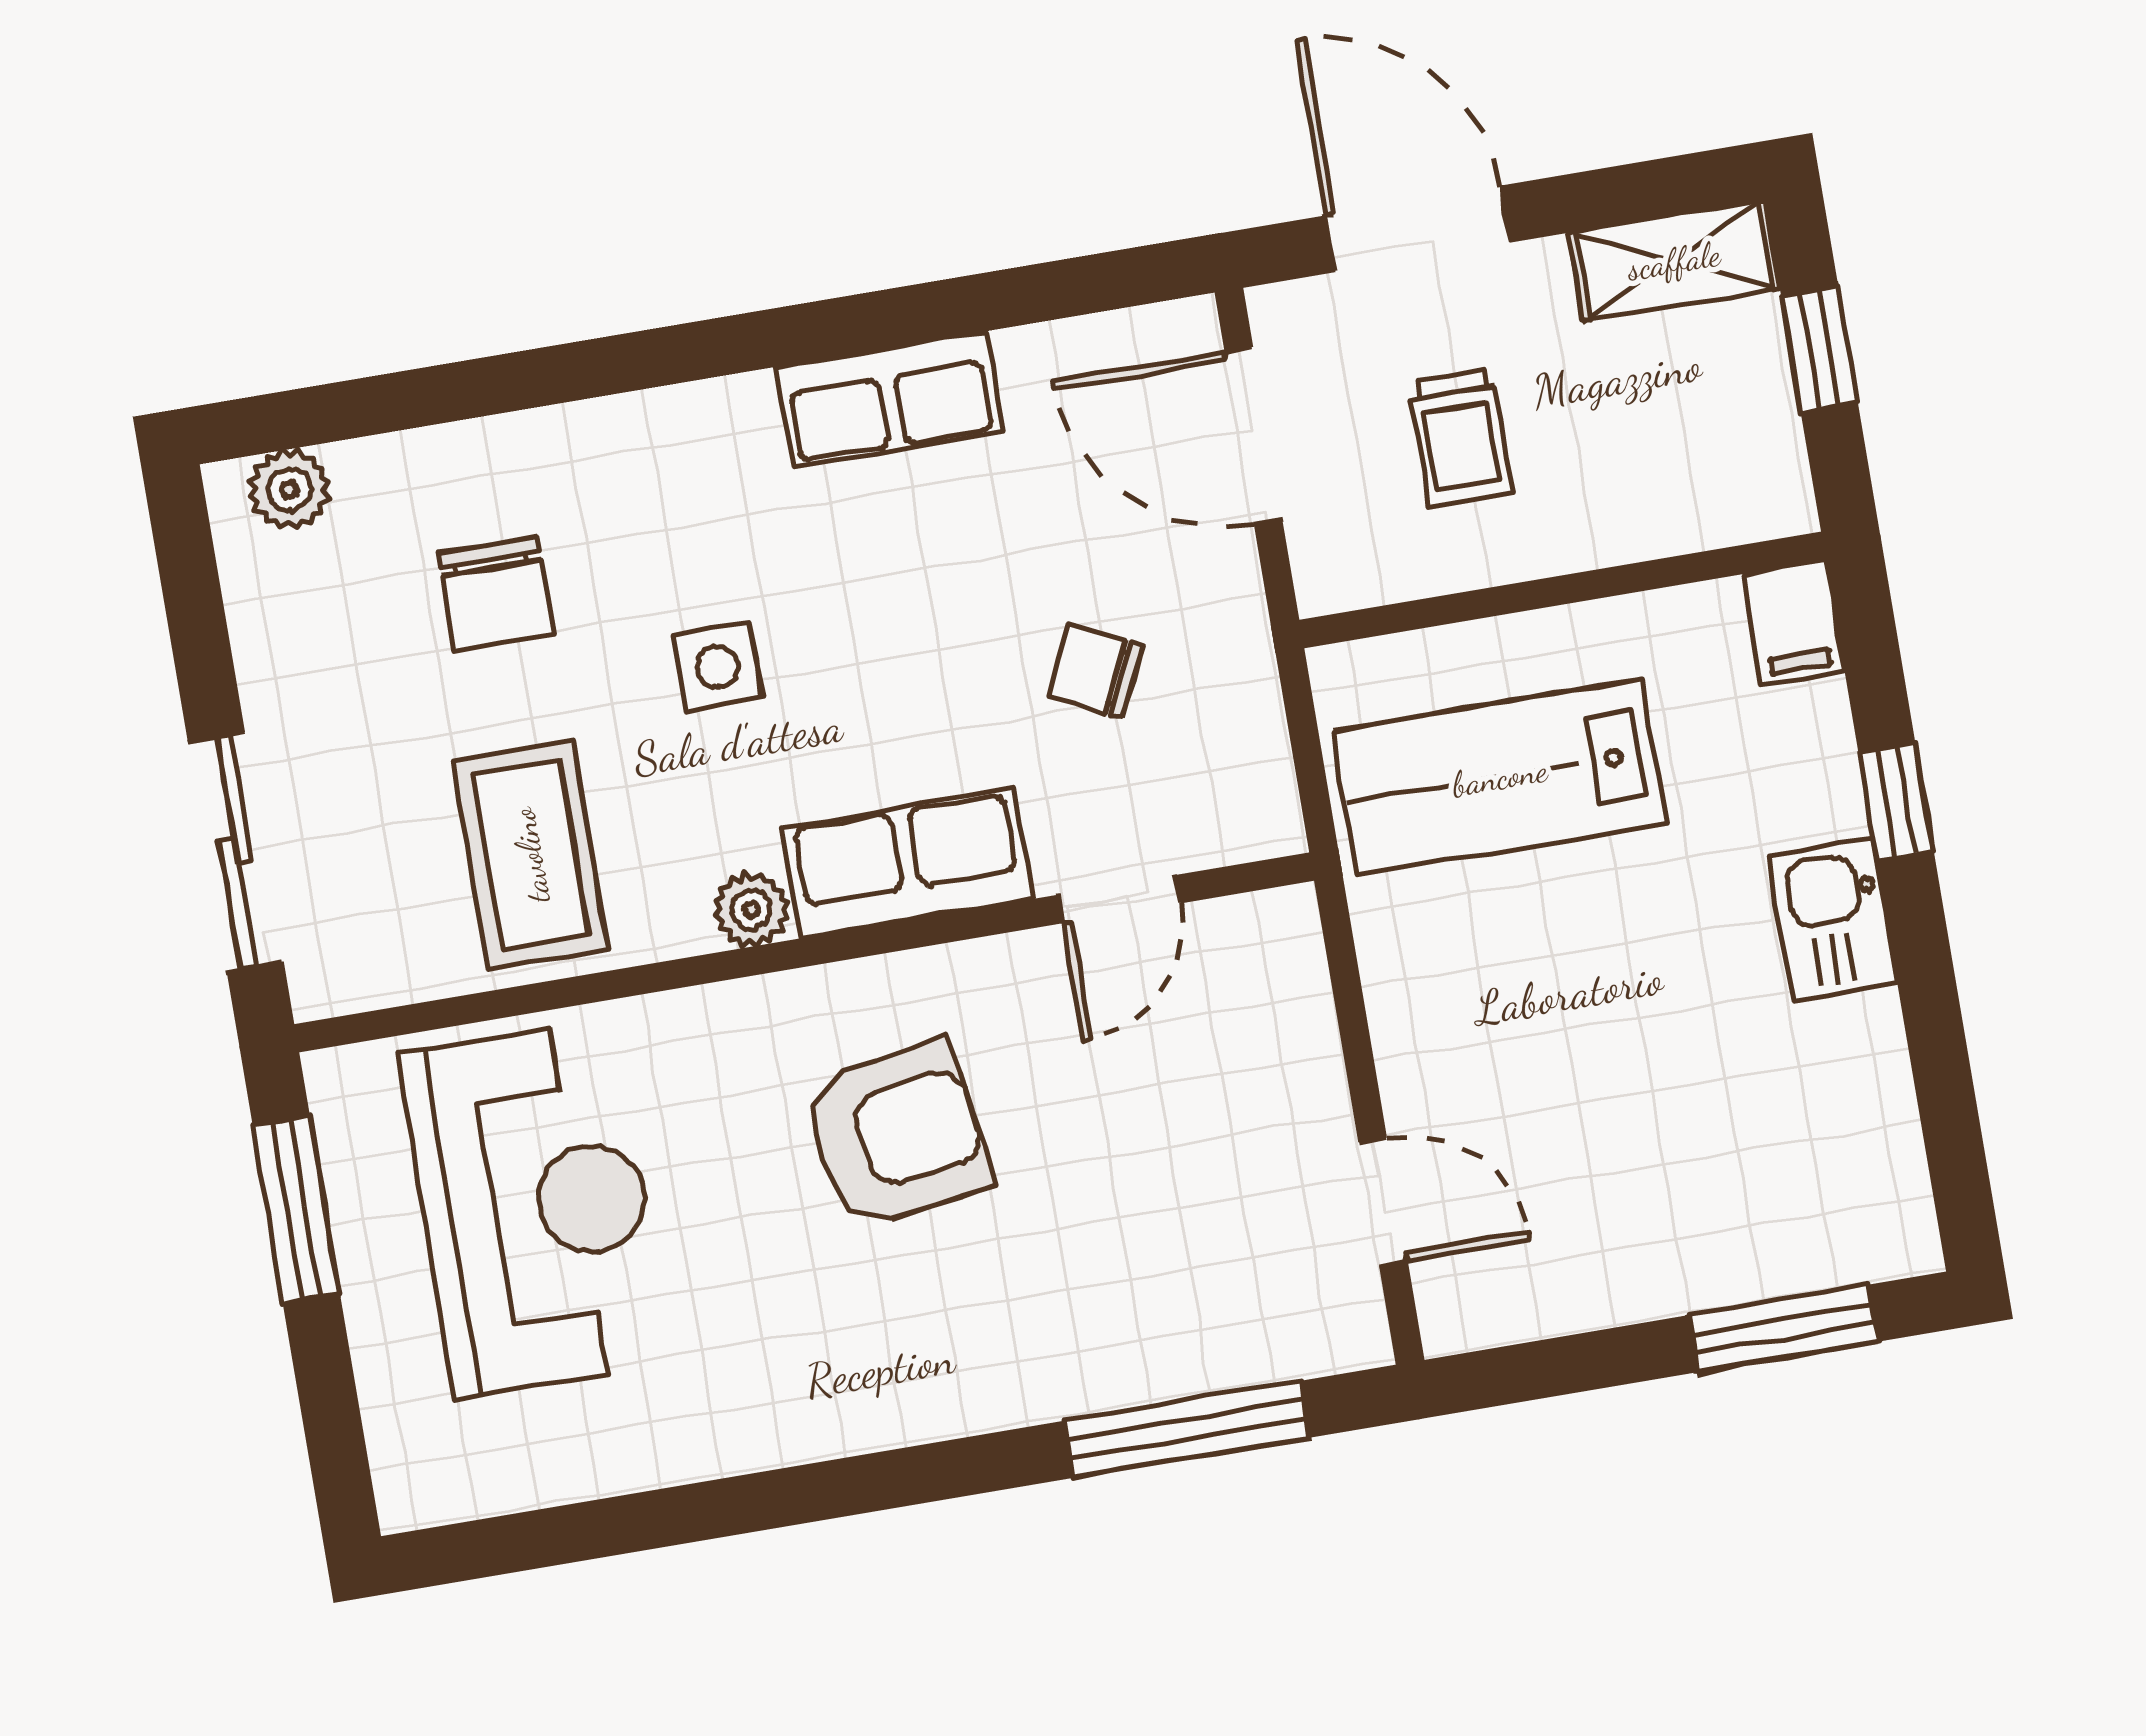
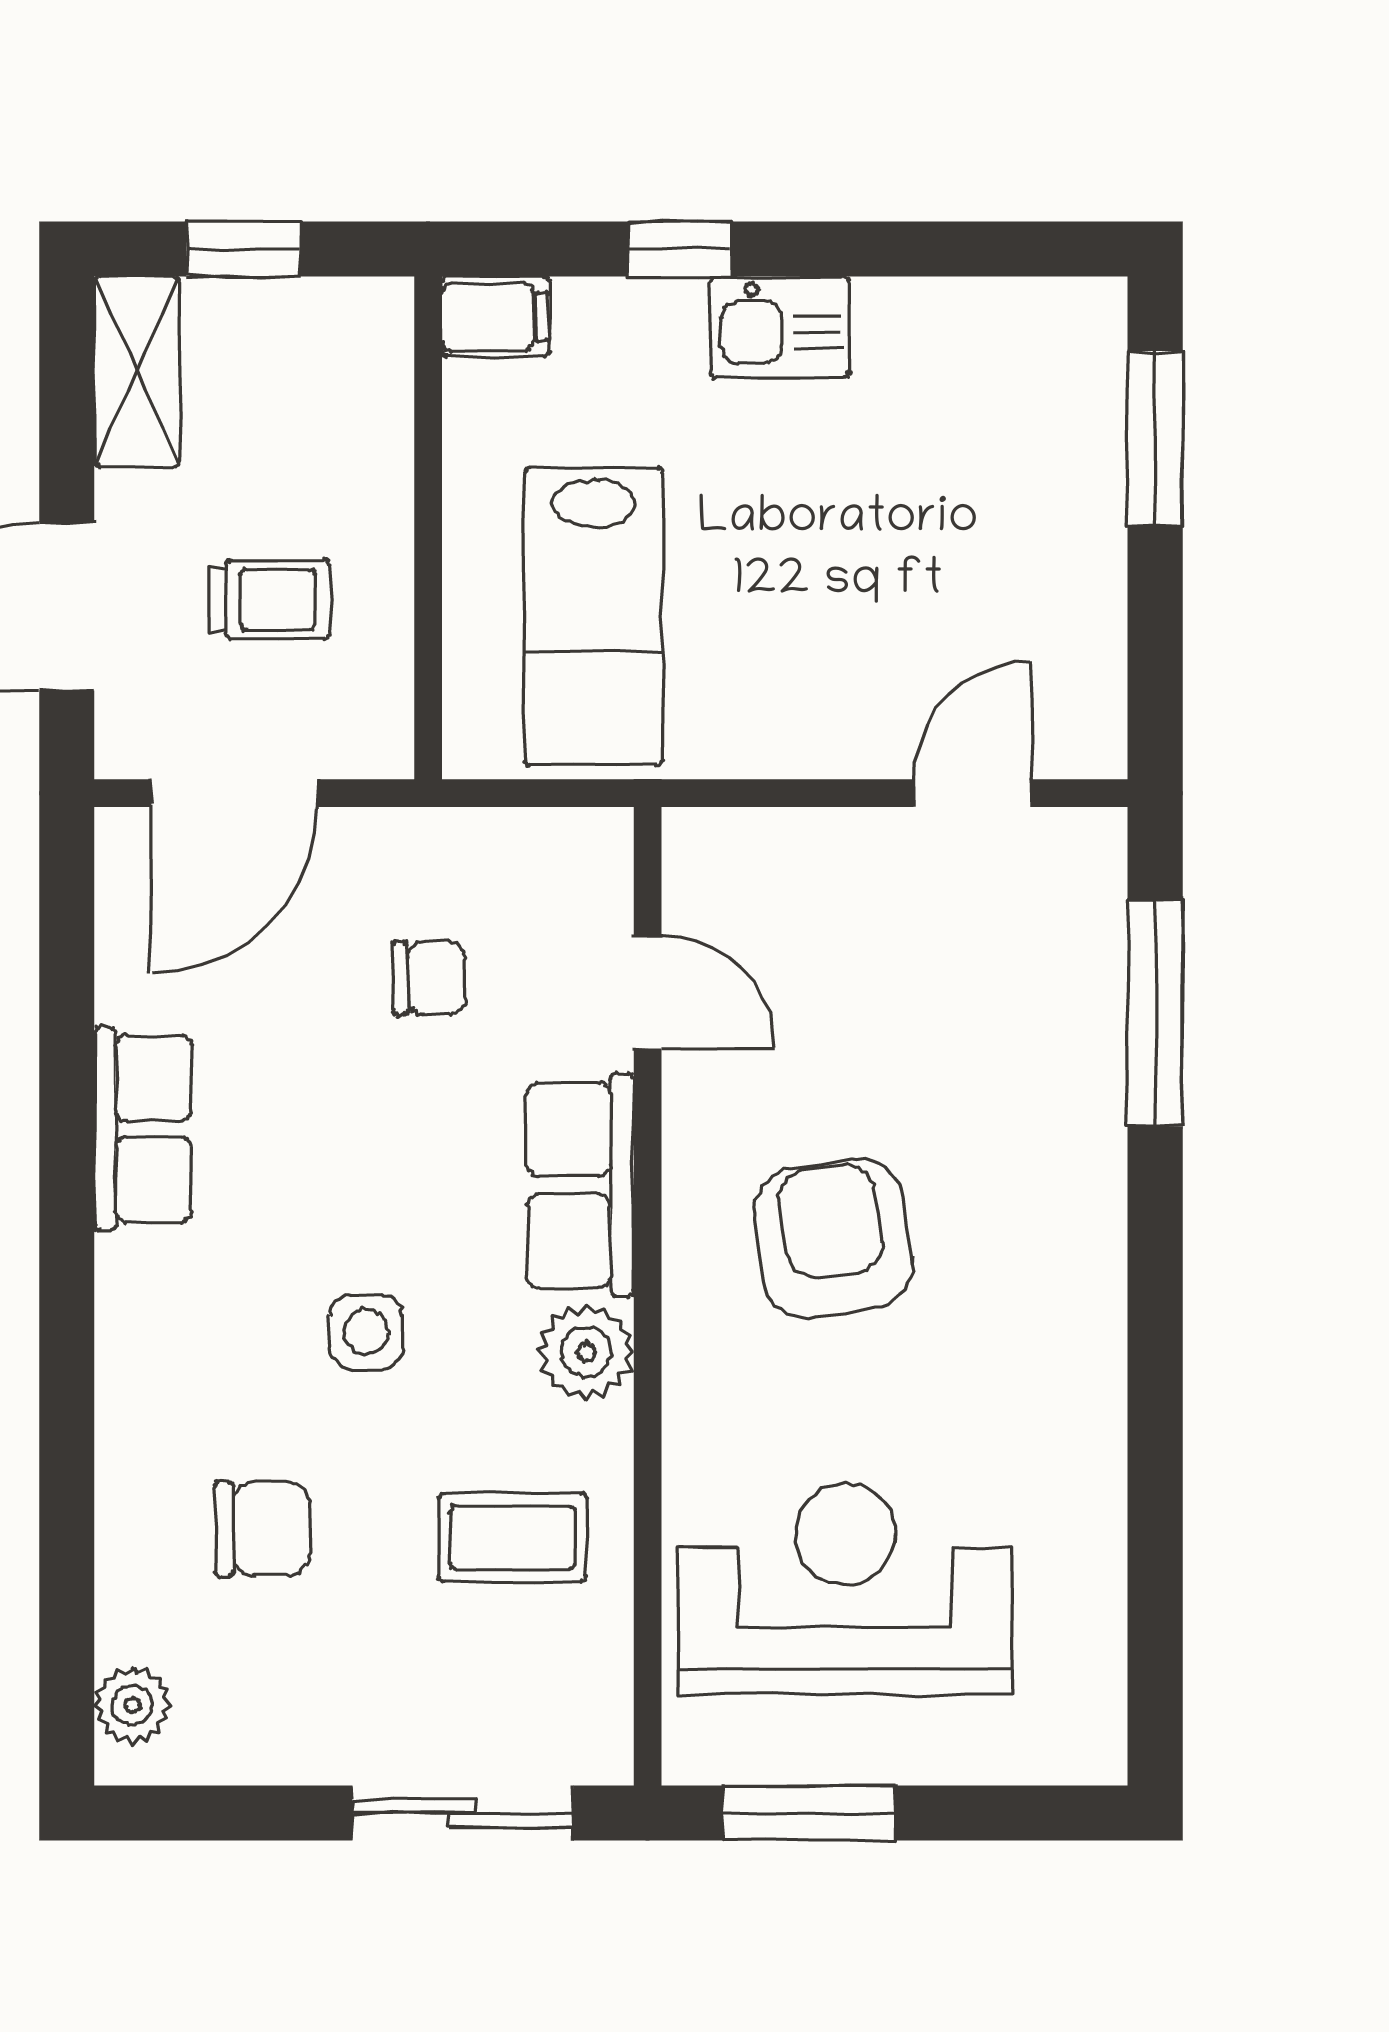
chair: (1096, 670) -> (429, 978), turned -116
coffee table: (530, 855) -> (513, 1537), width x0.73, depth x0.77
plant: (751, 910) -> (586, 1352), width x1.38, depth x1.38

